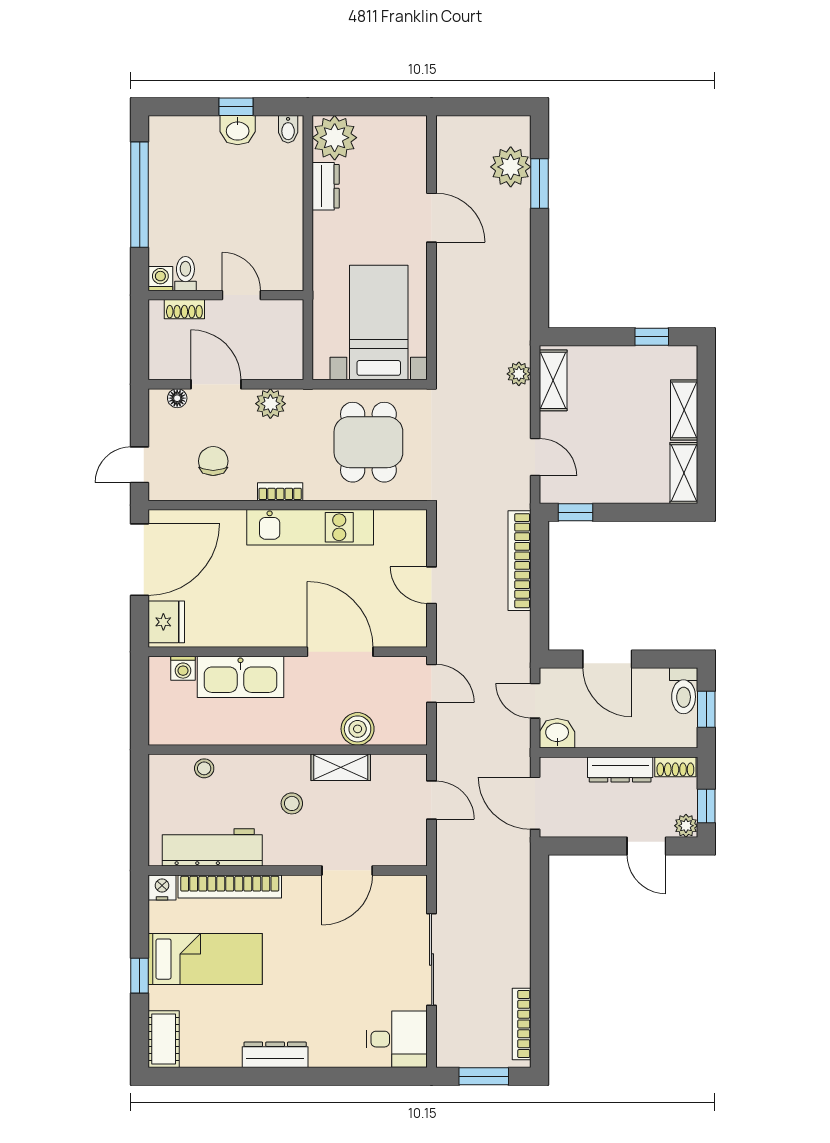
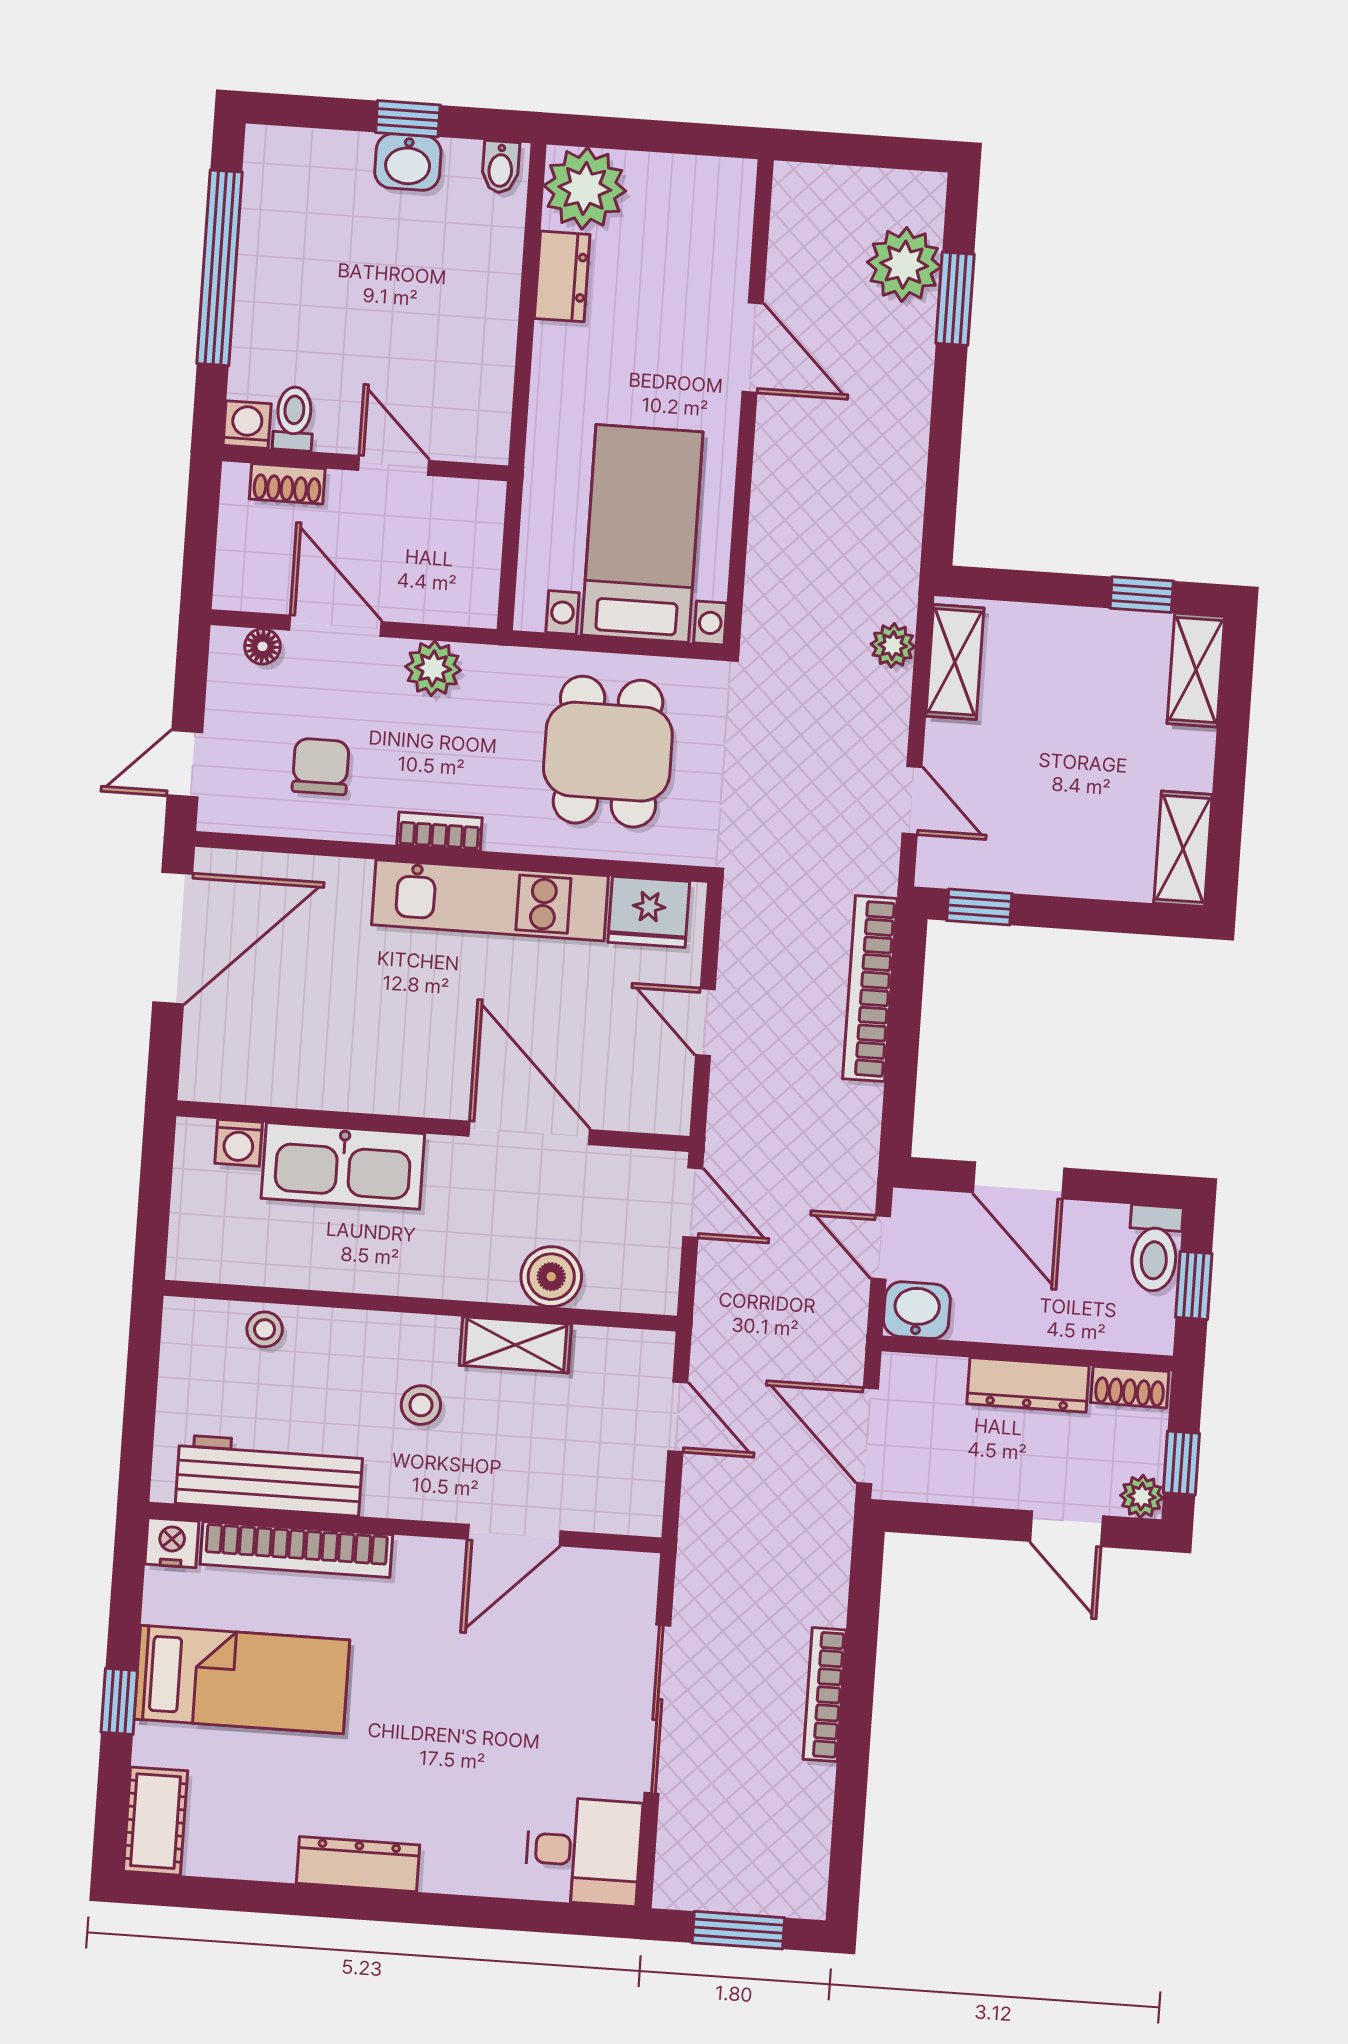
shelving: (684, 410) -> (1196, 670), moved
fridge: (166, 622) -> (649, 912), moved, turned 90
bookcase: (522, 1024) -> (825, 1695), moved

